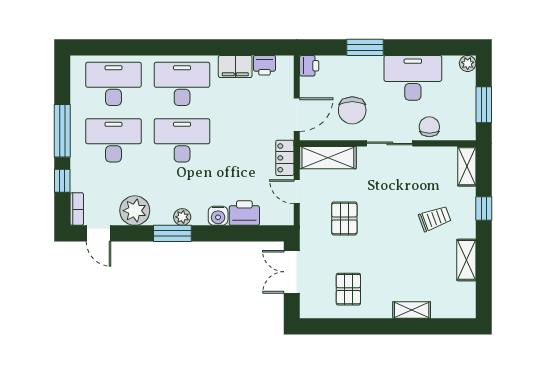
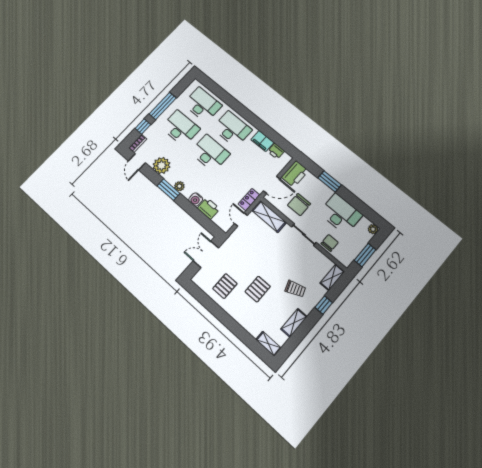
printer: (309, 66) -> (295, 174), width x1.87, depth x1.48
pallet: (344, 218) -> (258, 289), moved
shelving: (412, 310) -> (268, 344), moved

